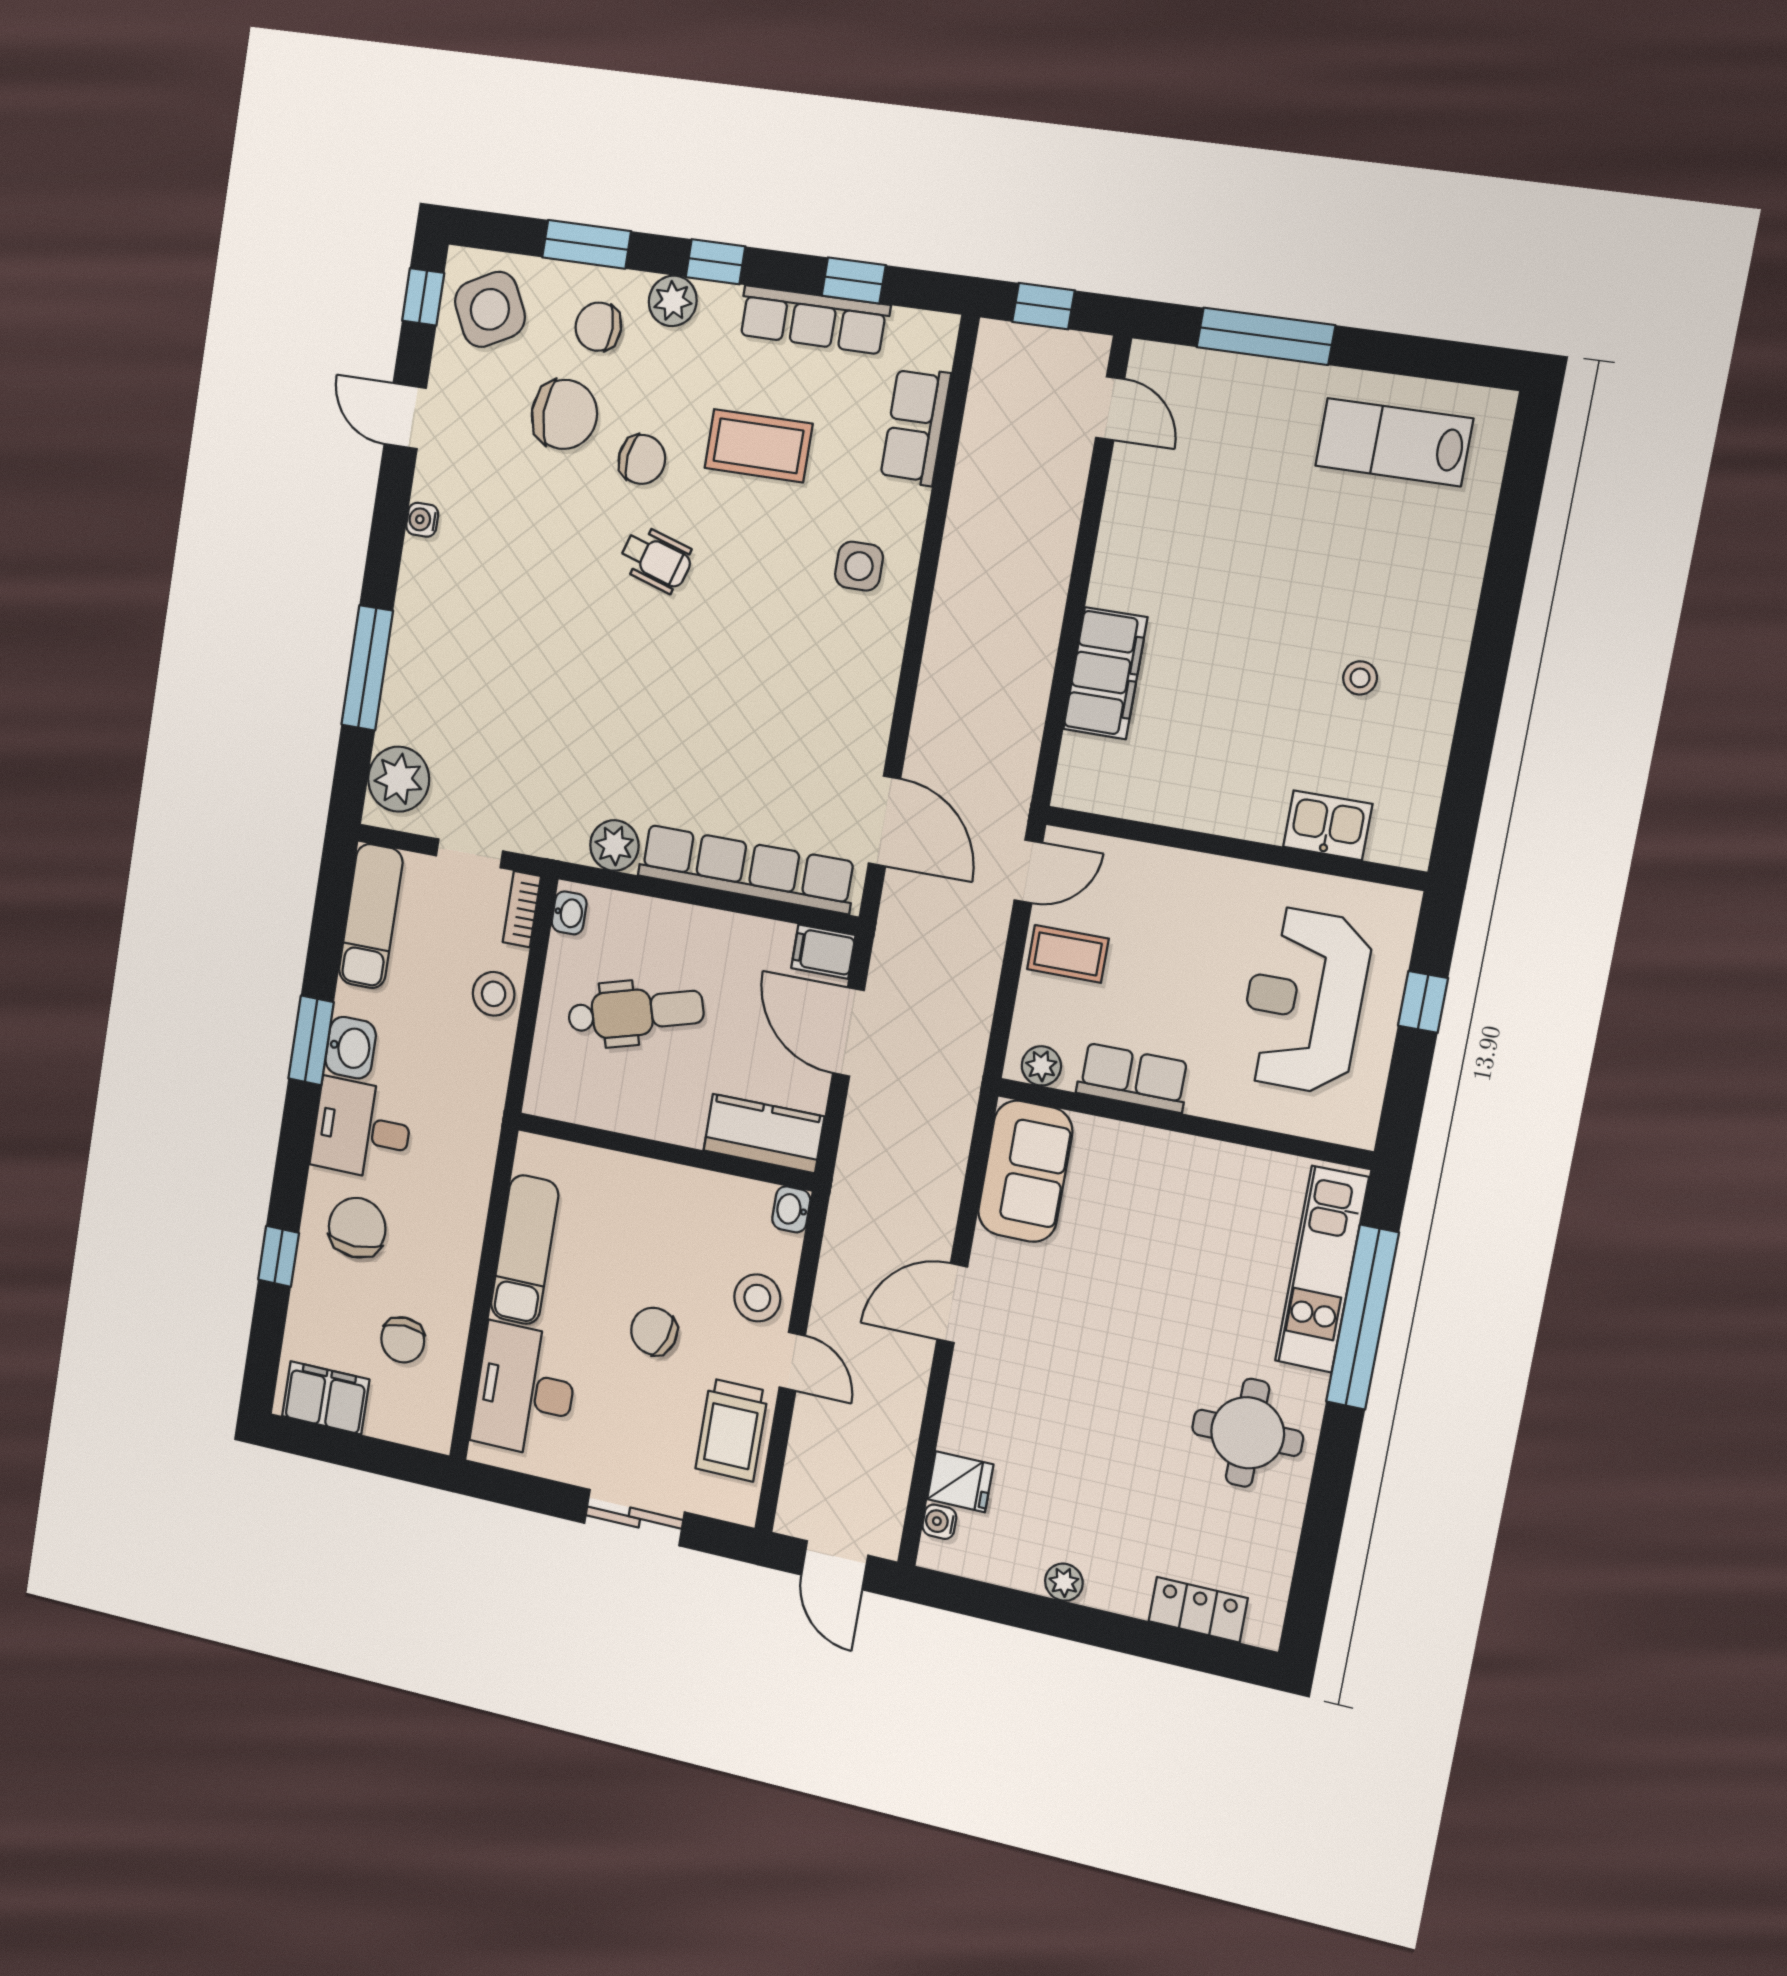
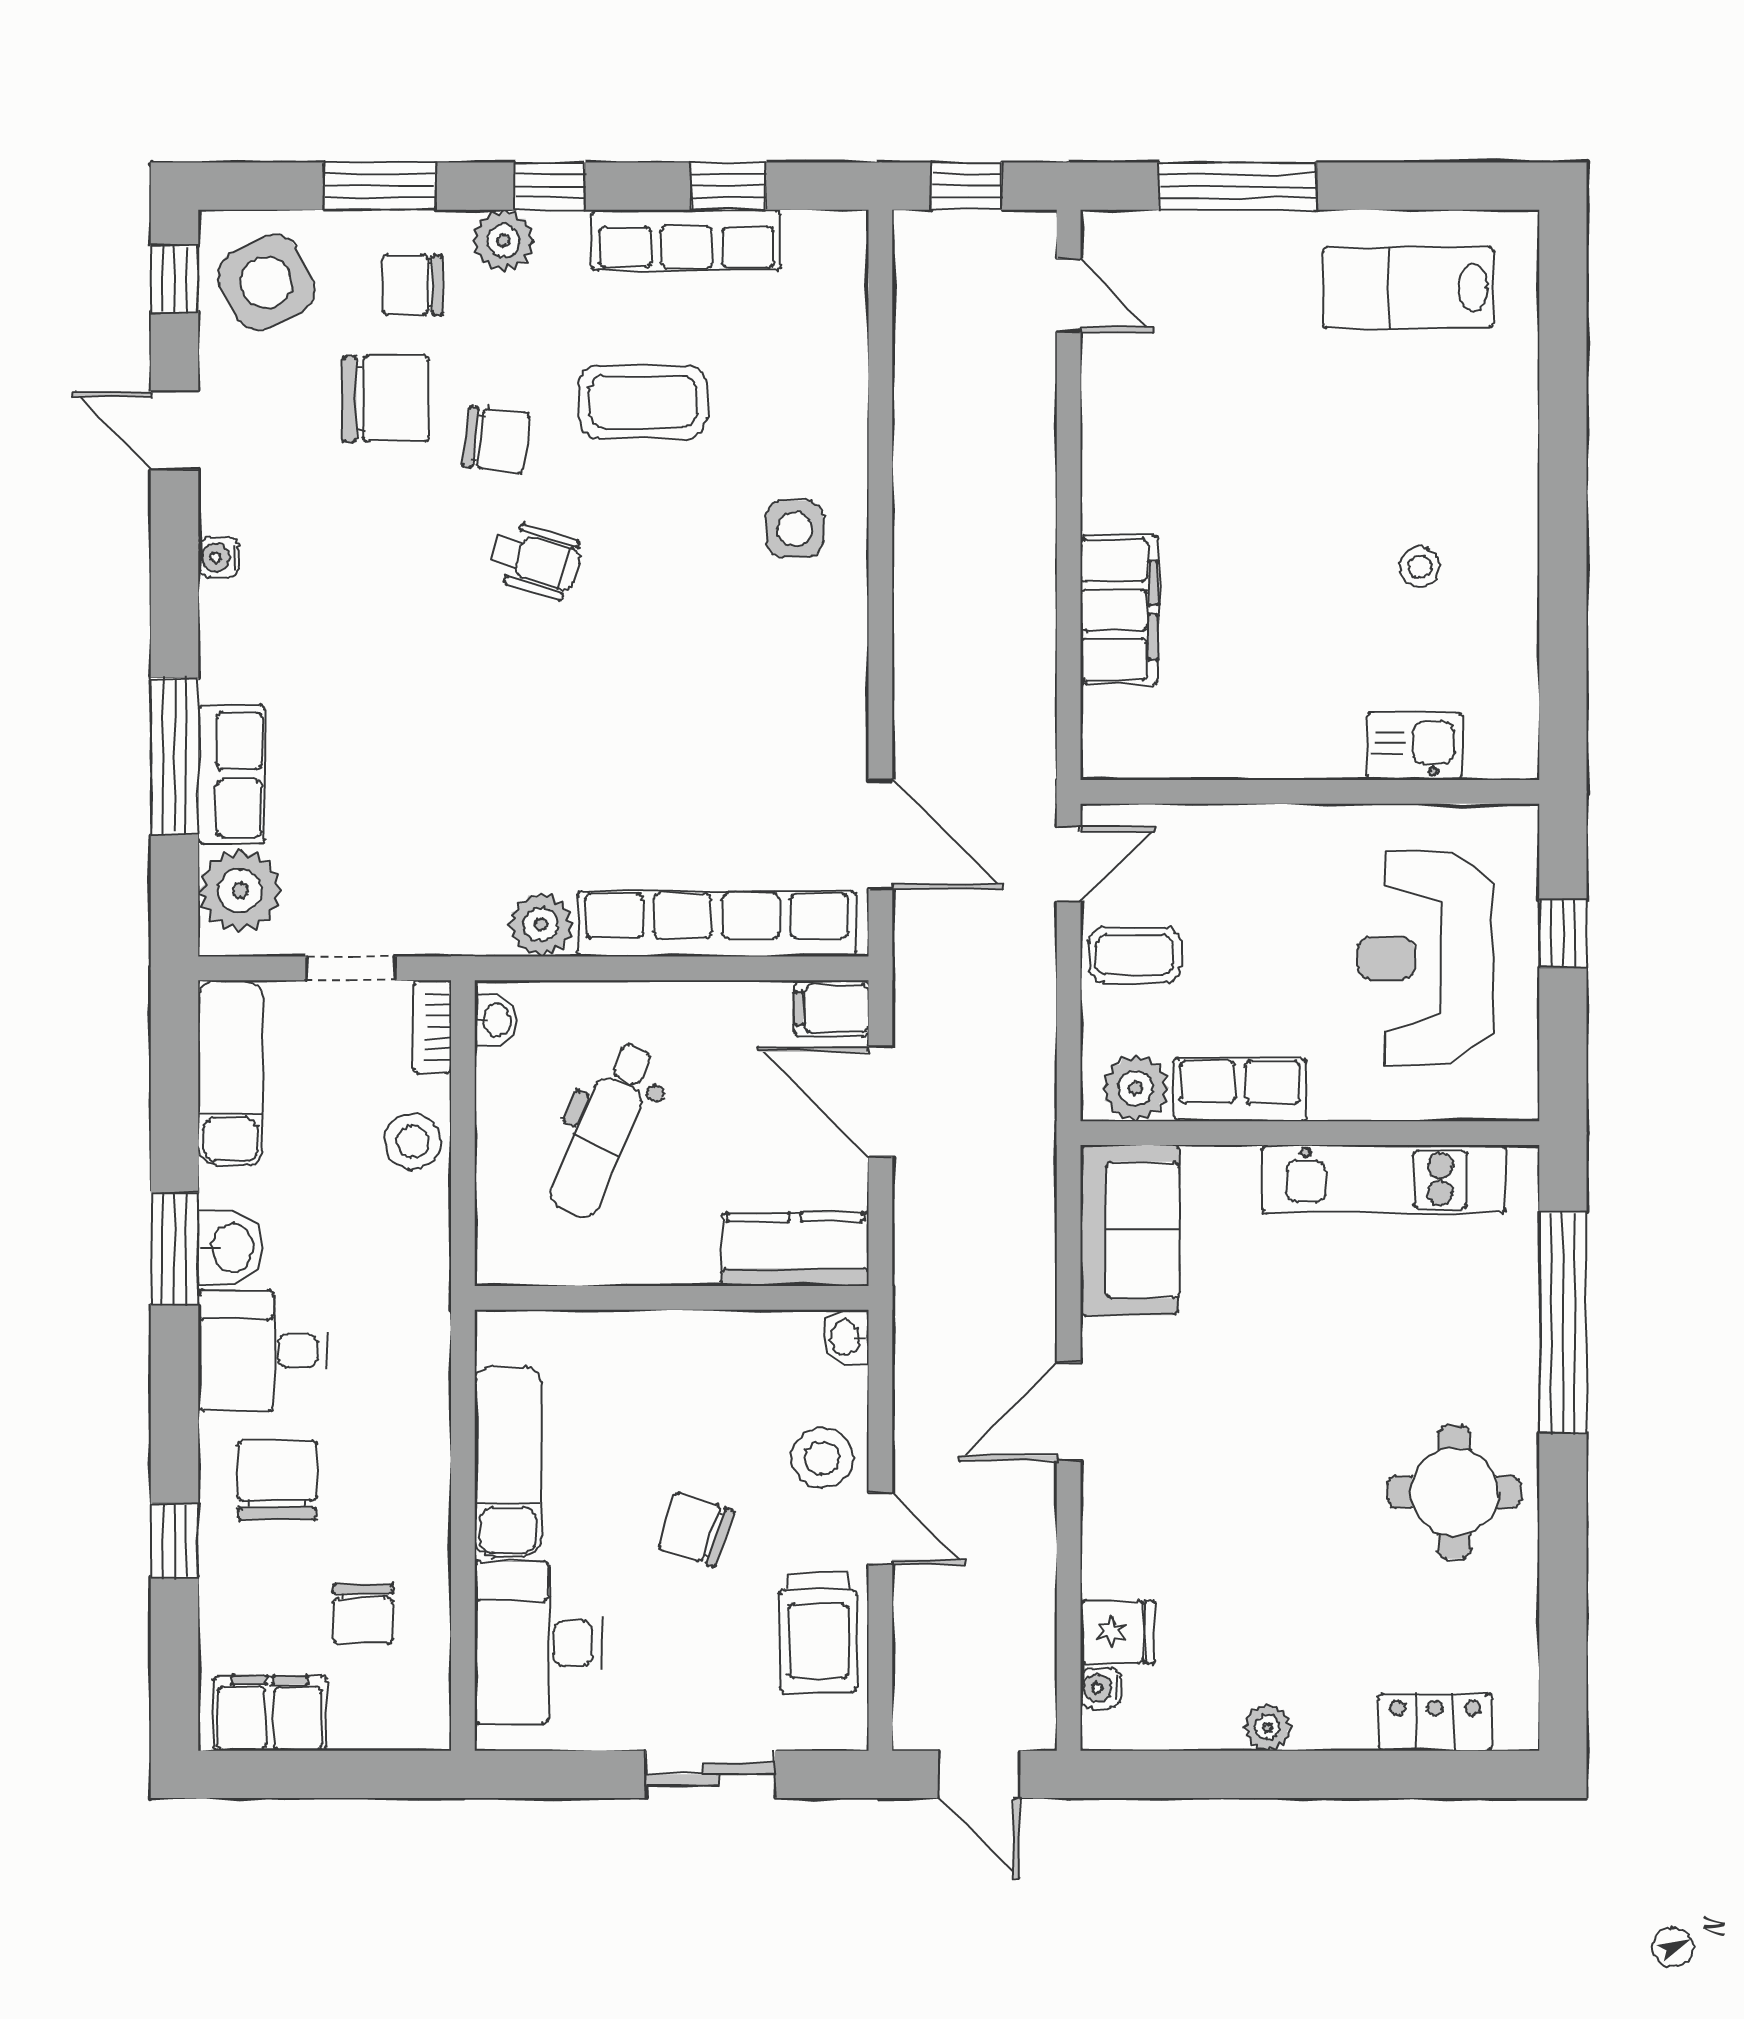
row of seats: (915, 426) -> (231, 775), moved, turned 180
dental chair: (636, 1012) -> (604, 1130), turned 129
plant: (1041, 1066) -> (1136, 1088), width x1.38, depth x1.38
kitchen unit: (1322, 1269) -> (1384, 1179), moved, turned -90

